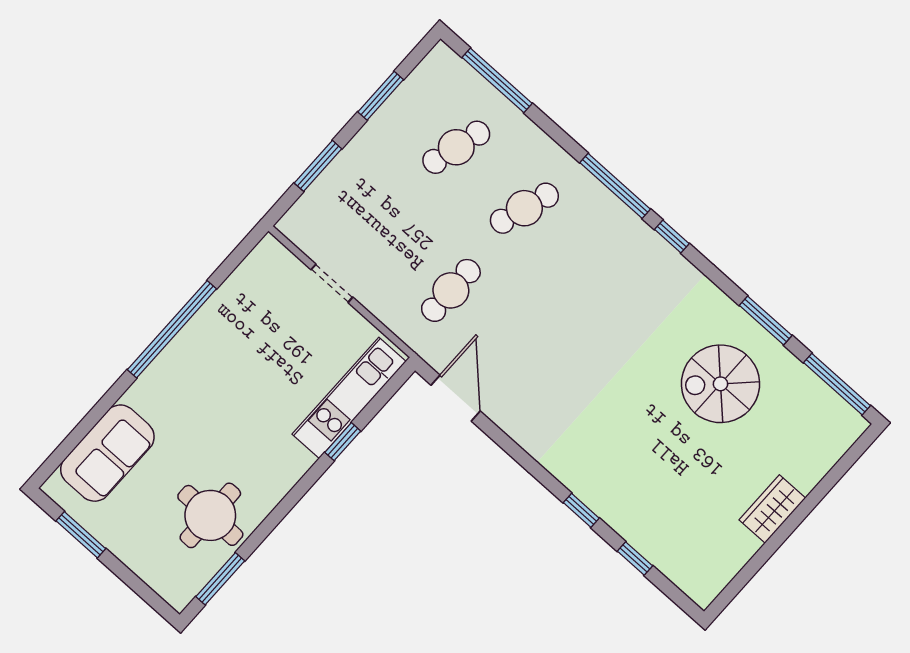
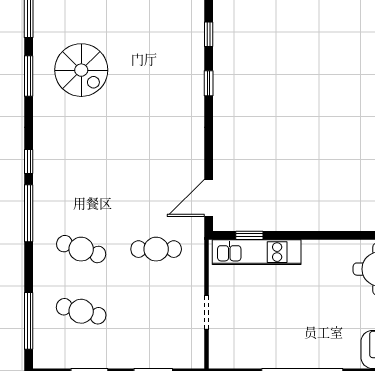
window: (343, 442) -> (249, 235), moved

